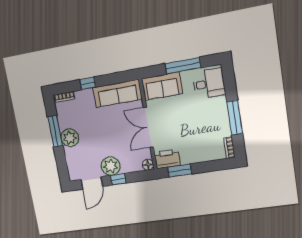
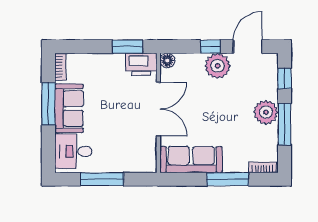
window: (88, 83) -> (228, 179), width x2.17
sofa: (162, 86) -> (69, 108), moved, turned 90
window: (62, 164) -> (284, 79), added

